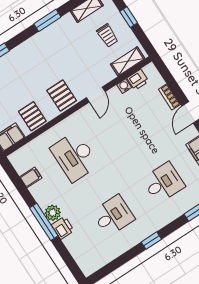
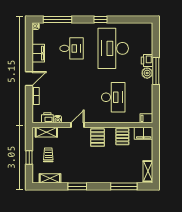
filing cabinet: (31, 177) -> (146, 118), moved
desk: (163, 183) -> (72, 48), turned 180
desk: (113, 216) -> (113, 48), width x1.87, depth x1.30

